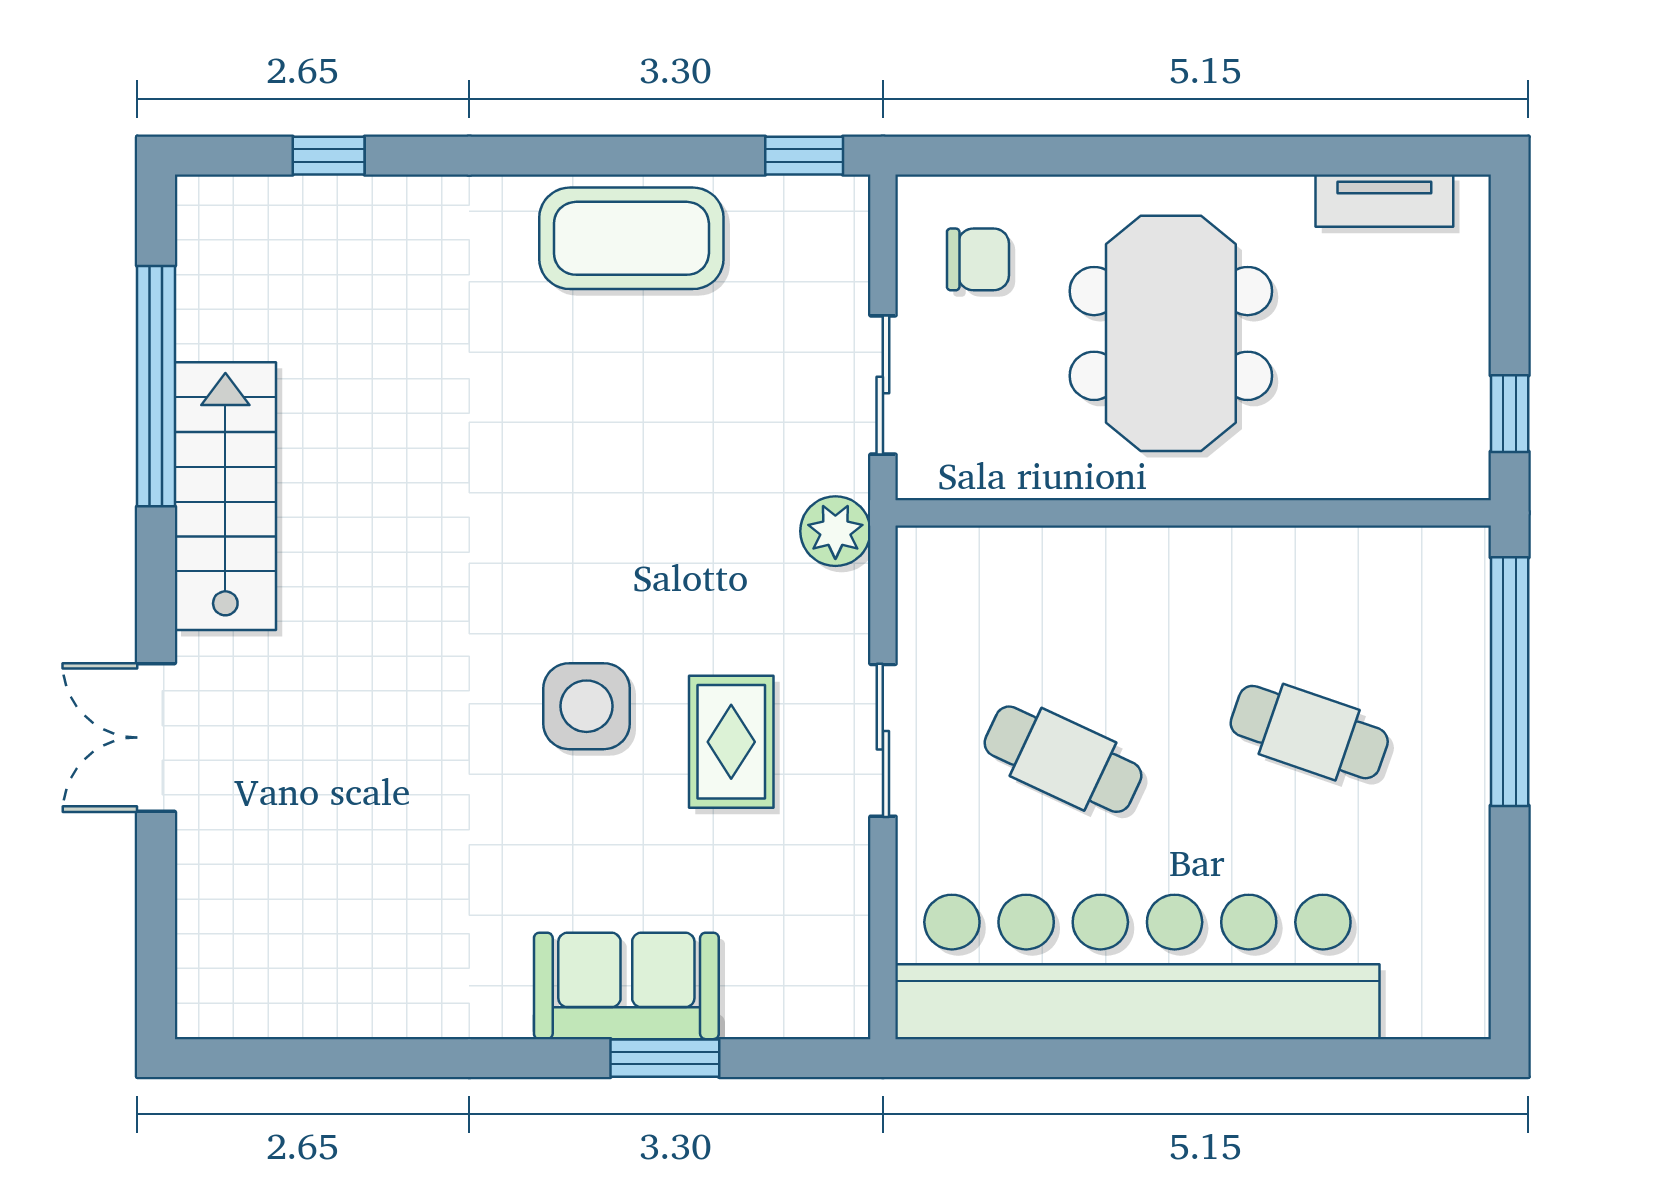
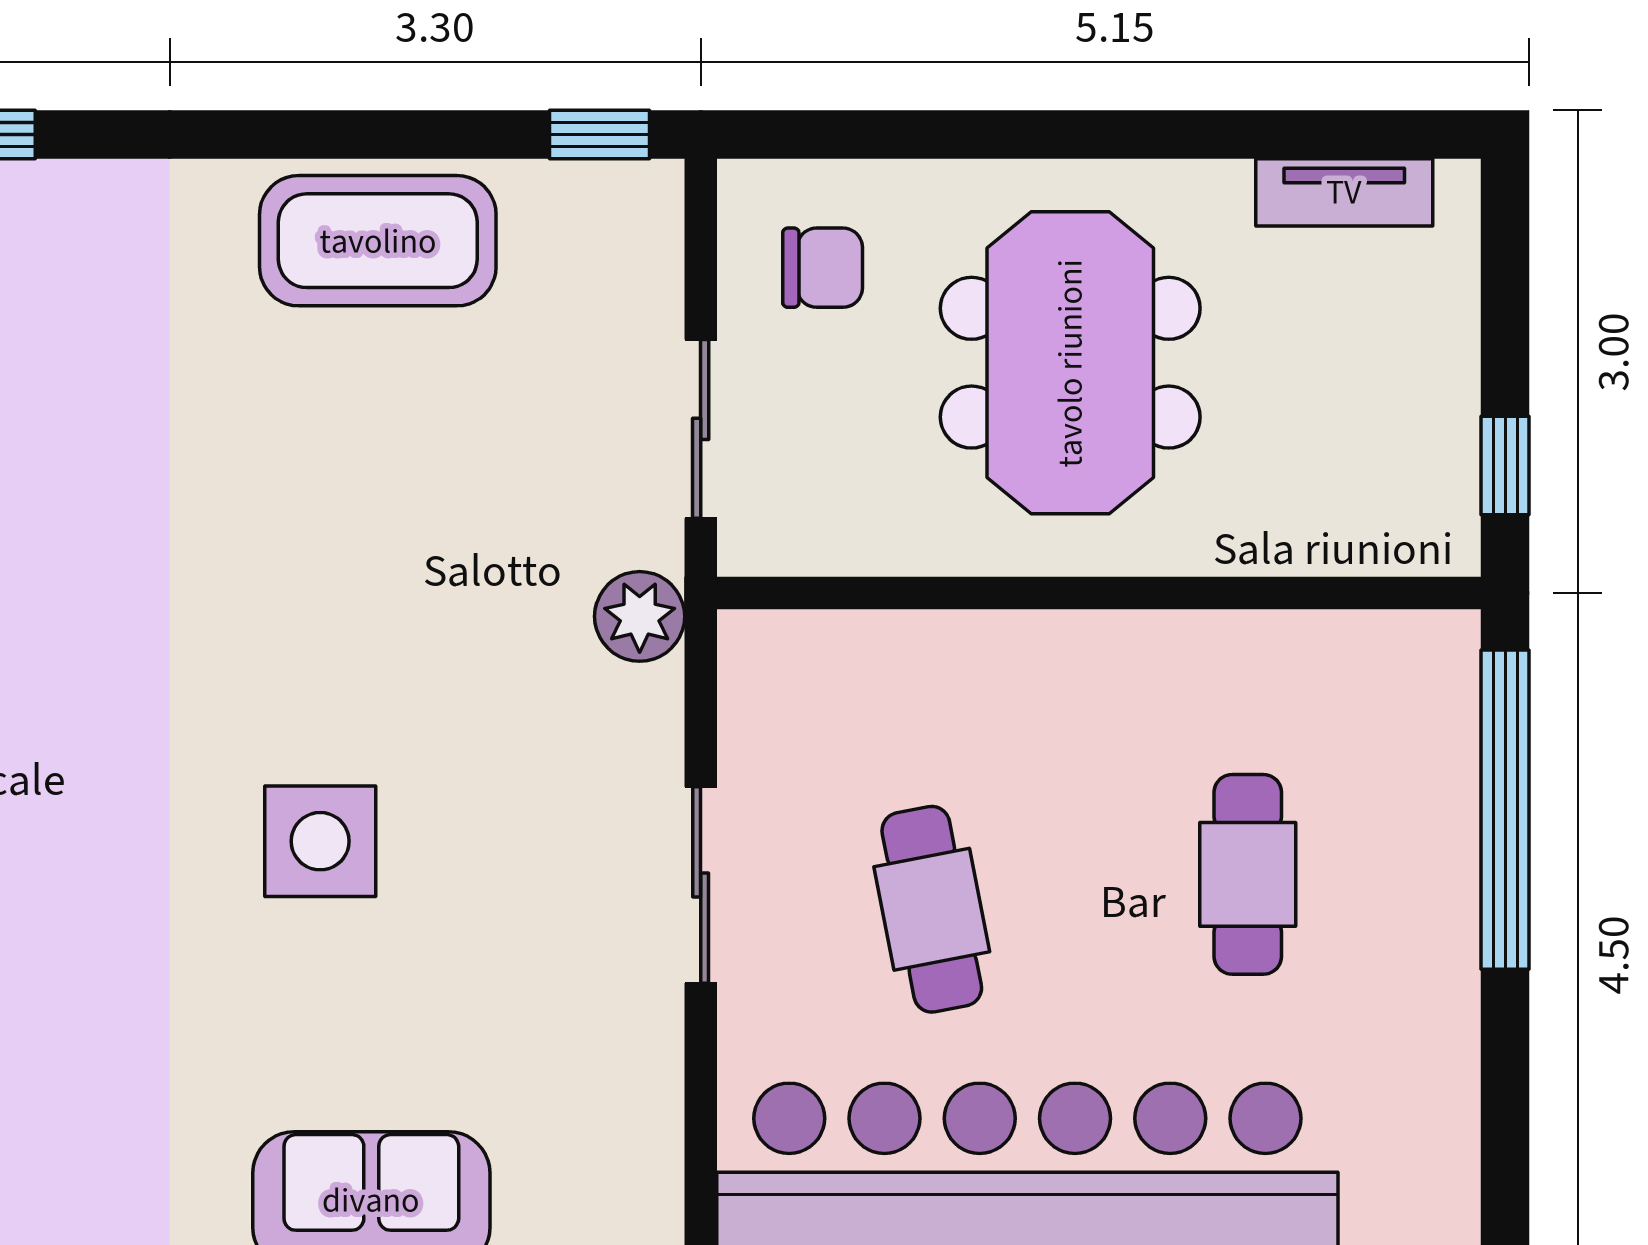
cafe table: (1309, 732) -> (1248, 874), turned 71
rug: (731, 742) -> (506, 887), removed
cafe table: (1063, 759) -> (932, 909), turned 54

